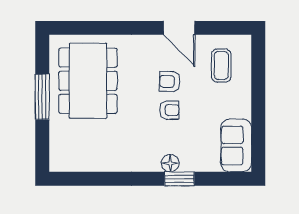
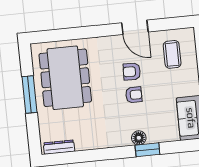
dresser: (72, 165) -> (59, 147), added

